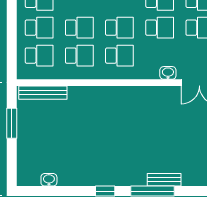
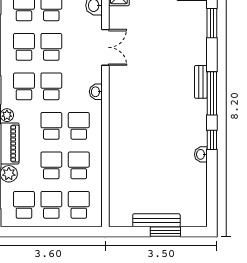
washbasin: (168, 73) -> (96, 92), moved
bench: (43, 93) -> (156, 220), moved, turned 90
window: (12, 123) -> (165, 232), moved
washbasin: (49, 180) -> (201, 154), moved

